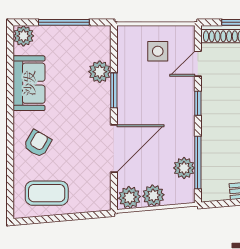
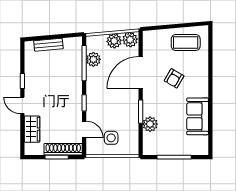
plant: (23, 36) -> (201, 148), removed
door: (198, 64) -> (84, 130), hinge flipped
armchair: (38, 144) -> (174, 78), moved

